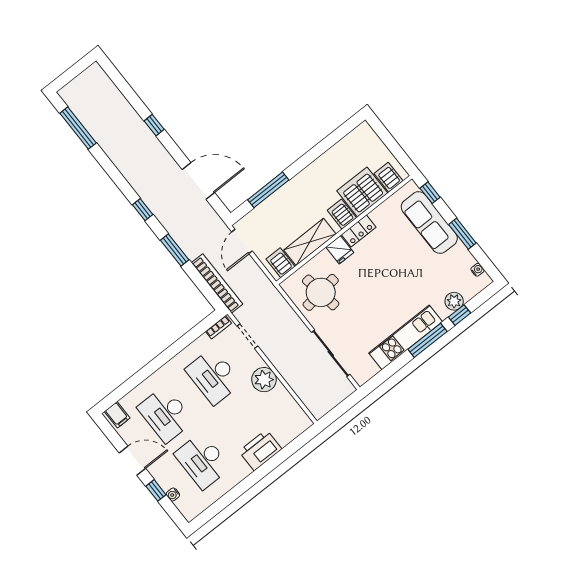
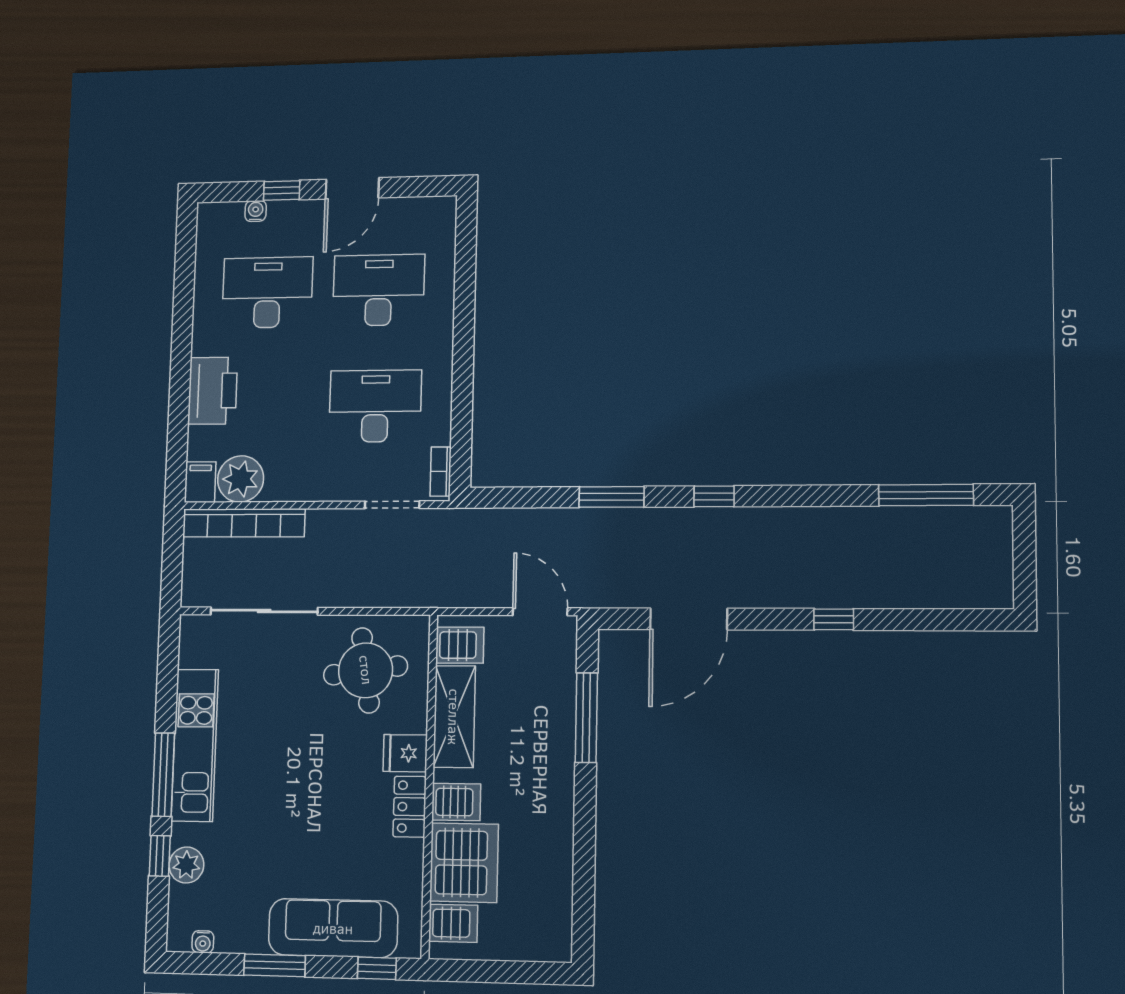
bookcase: (217, 283) -> (244, 523), moved
plant: (264, 380) -> (241, 479), moved
filing cabinet: (117, 415) -> (200, 482), moved, turned 90

